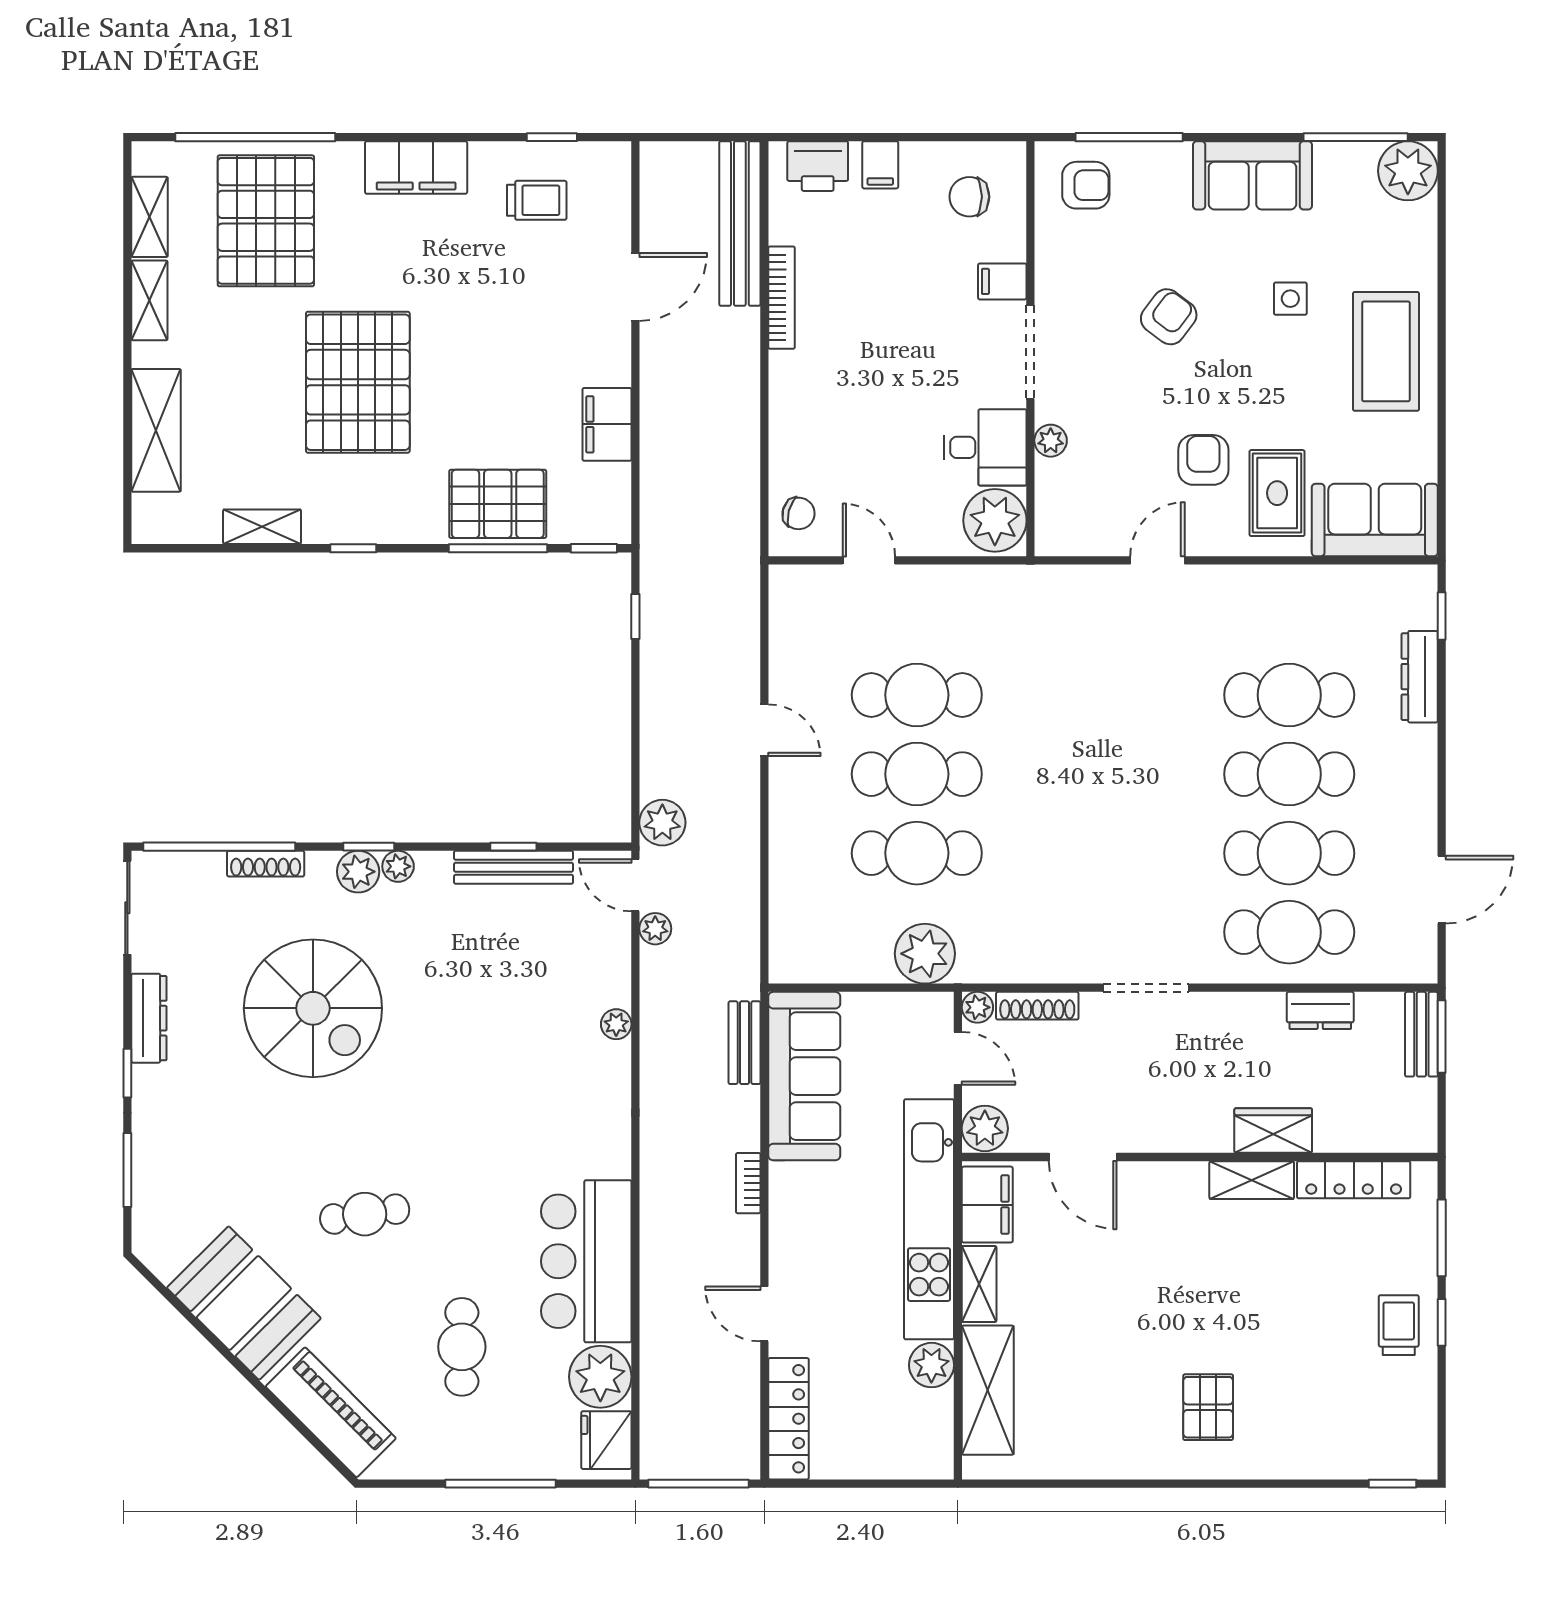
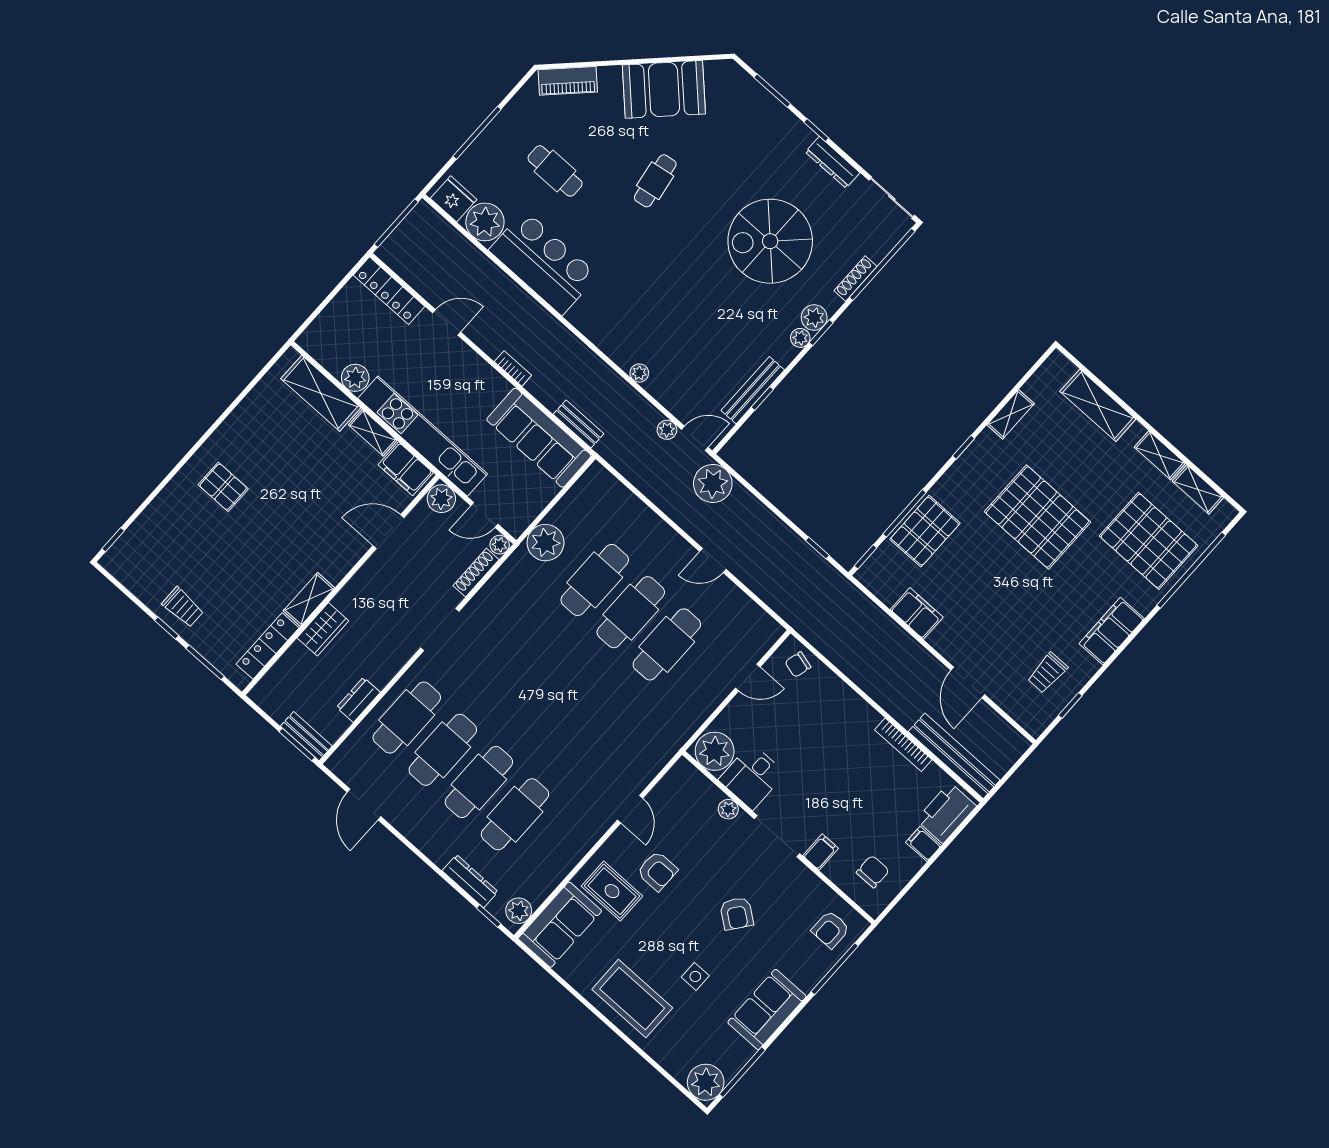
printer: (818, 166) -> (946, 813), width x1.37, depth x1.19
plant: (1403, 585) -> (519, 911), added
plant: (662, 823) -> (713, 483), width x1.36, depth x1.36
piano: (331, 1412) -> (568, 81), width x0.73, depth x0.75

